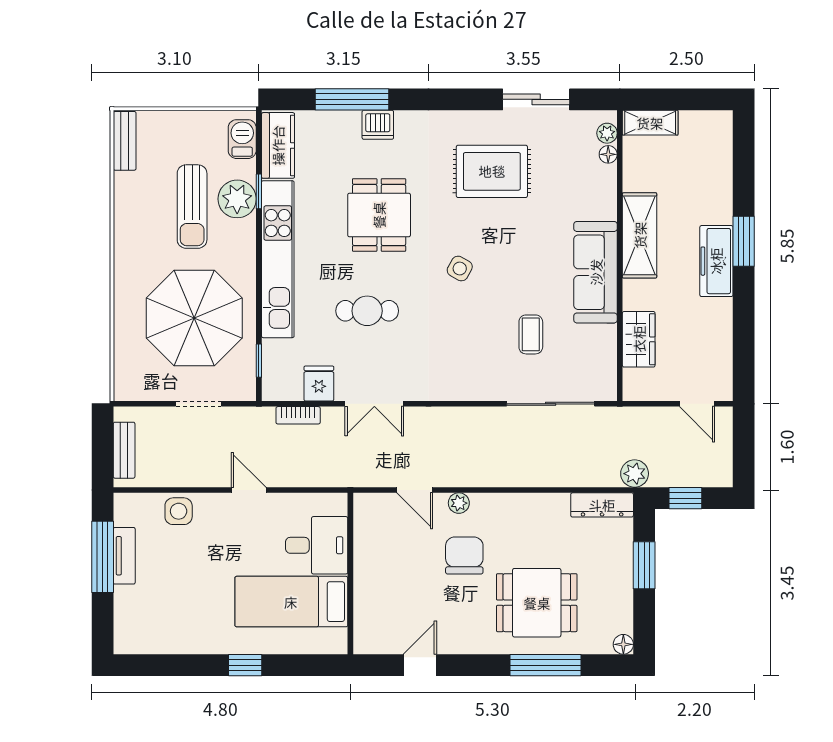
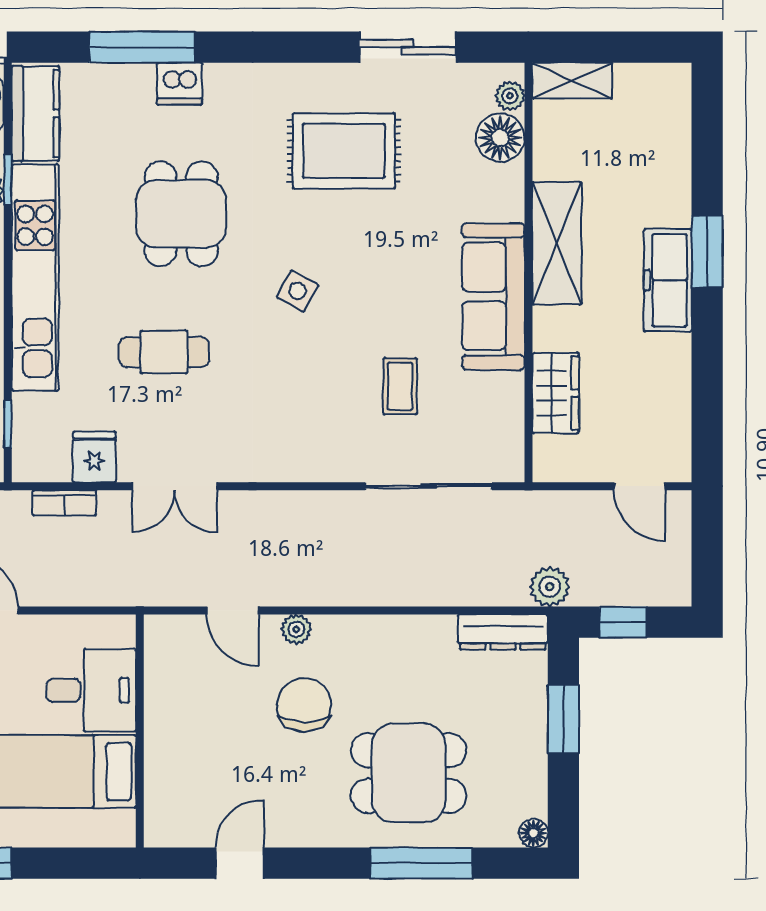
floor lamp: (608, 154) -> (500, 138), width x1.89, depth x1.89

